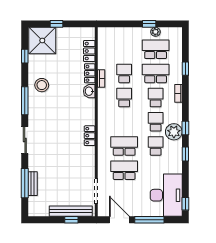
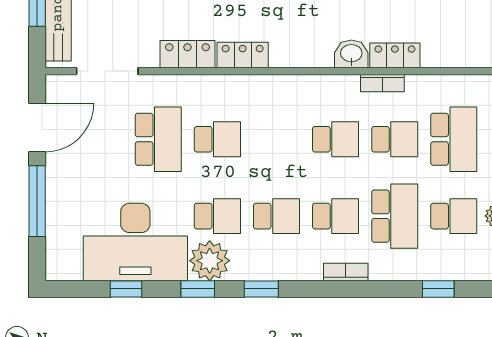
school desk: (124, 49) -> (454, 139), added
school desk: (156, 49) -> (454, 216), width x0.54
locker: (89, 51) -> (188, 54), moved
window: (185, 69) -> (438, 289), moved
plant: (174, 132) -> (210, 261), moved
school desk: (124, 146) -> (217, 139), width x0.54
desk: (166, 195) -> (135, 242), moved
window: (185, 204) -> (126, 289), moved

